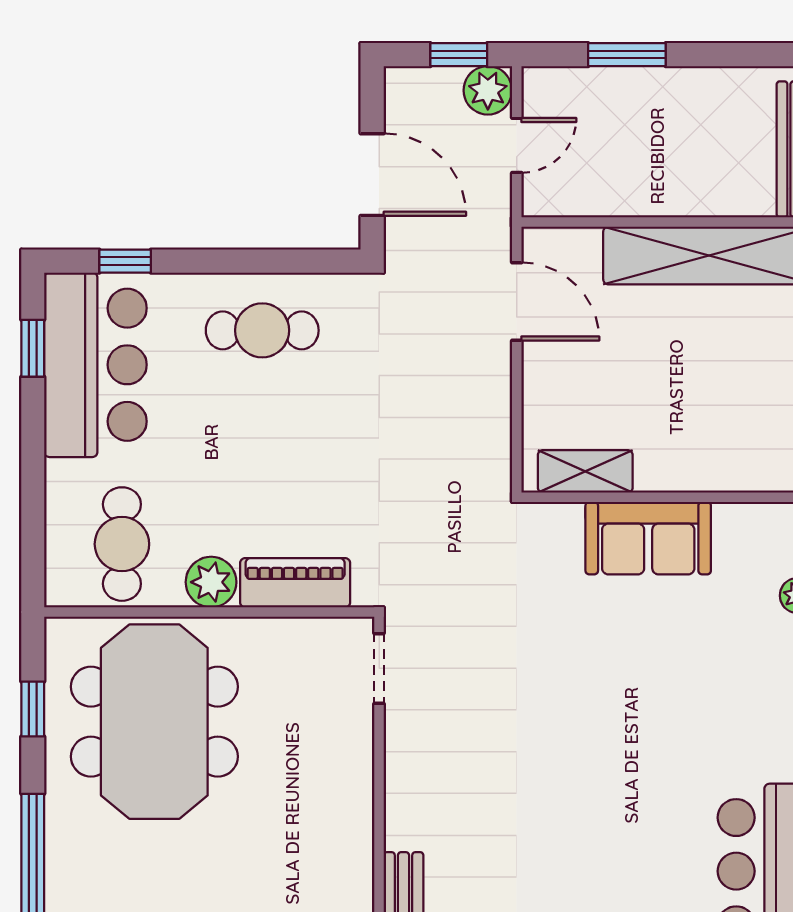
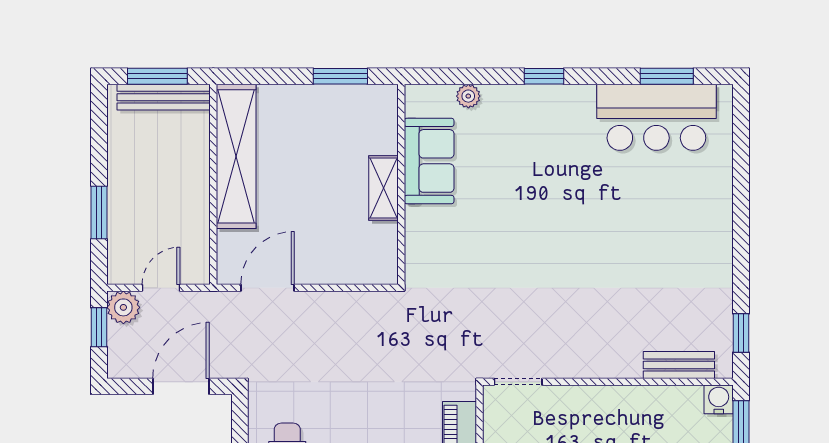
door: (517, 145) -> (161, 288), hinge flipped
shelving: (585, 471) -> (383, 188), moved
sofa: (648, 538) -> (429, 161), moved

